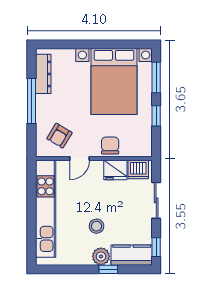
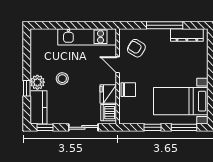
bed with nightstands: (114, 81) -> (181, 101), width x0.73
kitchen unit: (46, 209) -> (87, 37), width x0.73

